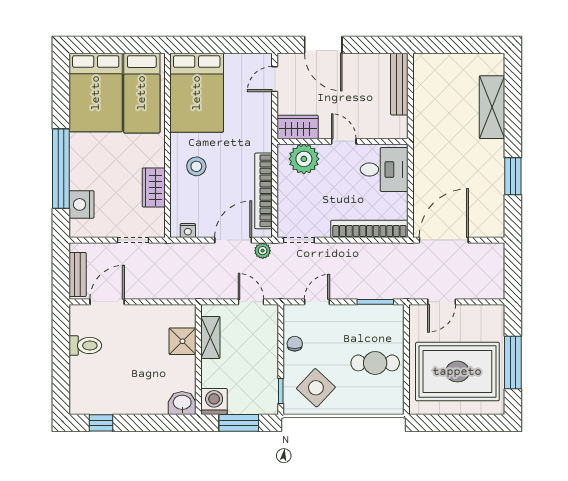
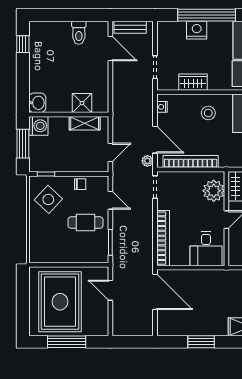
nightstand: (82, 204) -> (197, 30), moved
cafe table: (375, 363) -> (85, 223), moved, turned 90

